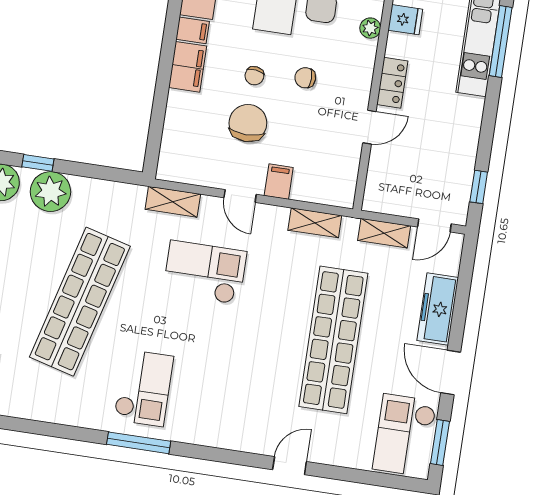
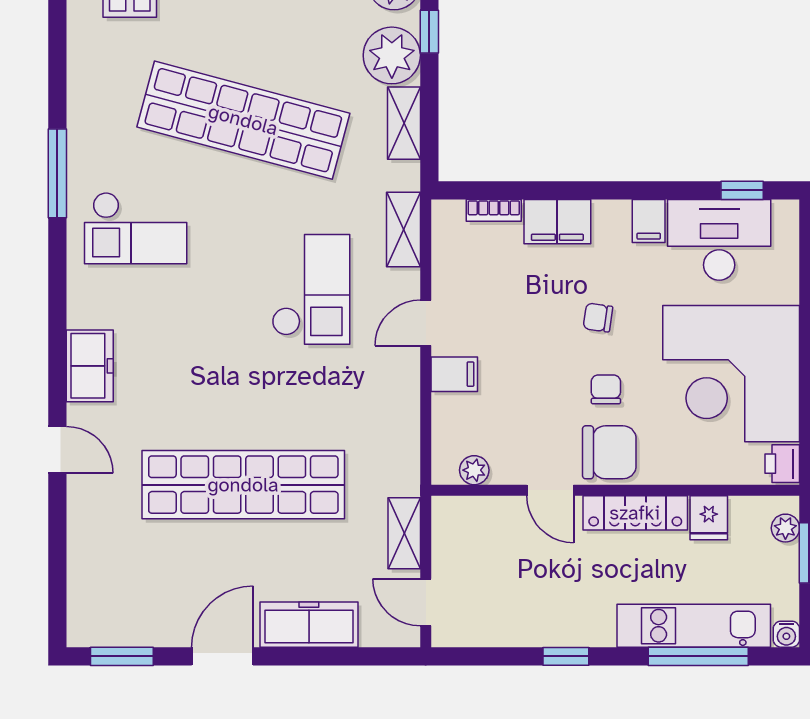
plant: (370, 28) -> (474, 470), moved
filing cabinet: (188, 67) -> (557, 222), moved
locker: (392, 83) -> (635, 513), width x1.53
chair: (248, 123) -> (609, 452), moved
bookcase: (169, 137) -> (494, 210), added
window: (479, 187) -> (566, 656), moved
shelving: (315, 223) -> (404, 123), moved
freezer: (235, 434) -> (90, 366), added
checkout: (405, 435) -> (125, 605), removed
window: (139, 443) -> (57, 173), moved

